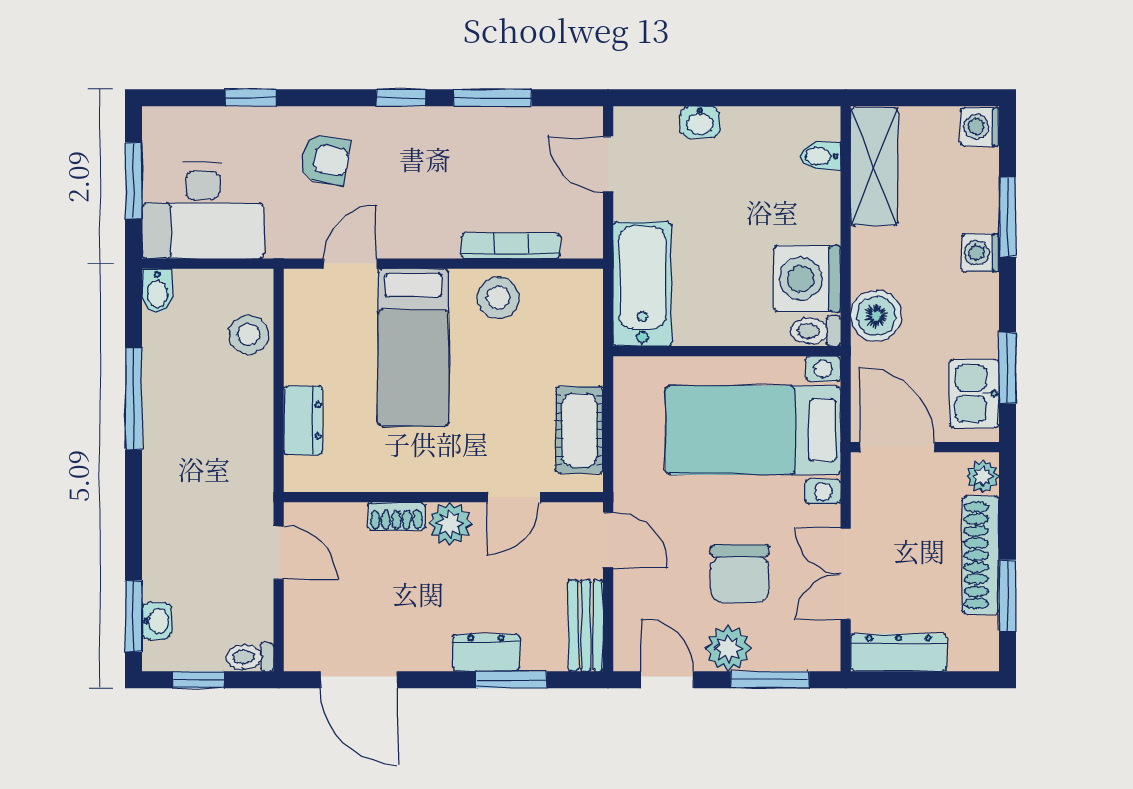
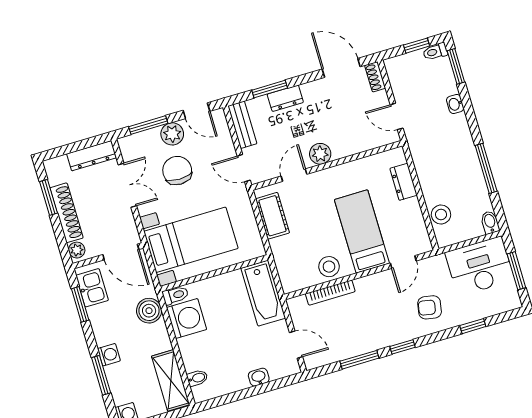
shoe rack: (396, 516) -> (375, 77), moved, turned -90
washbasin: (157, 621) -> (455, 104), moved
toilet: (250, 657) -> (435, 52), moved, turned 180

